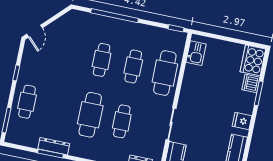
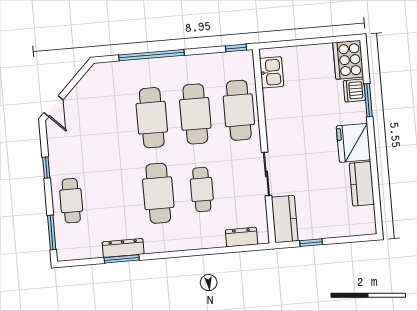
cafe table: (102, 60) -> (152, 118), width x1.37, depth x1.35
cafe table: (133, 66) -> (195, 114), width x1.37, depth x1.35
fridge: (242, 121) -> (353, 143), width x1.88, depth x1.34

